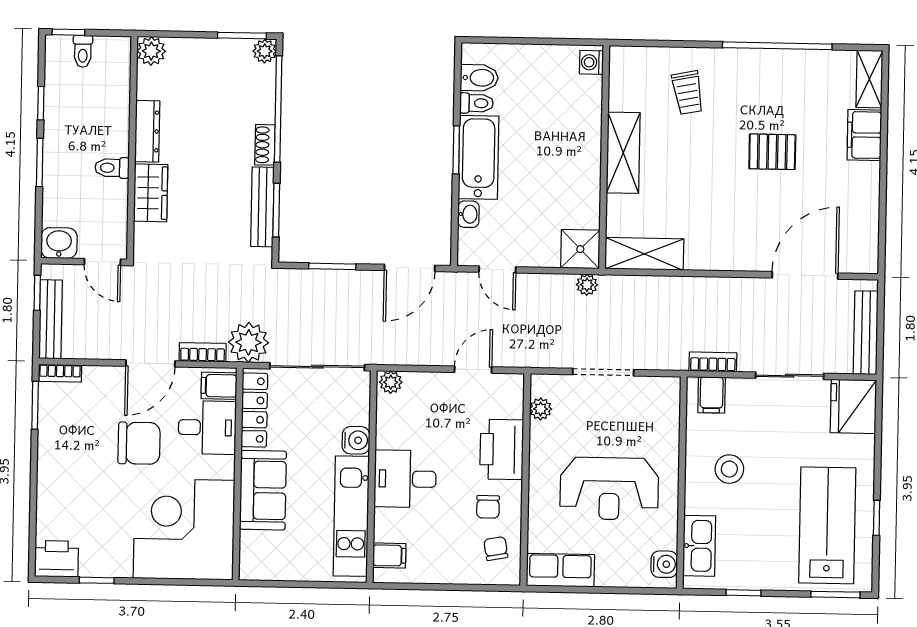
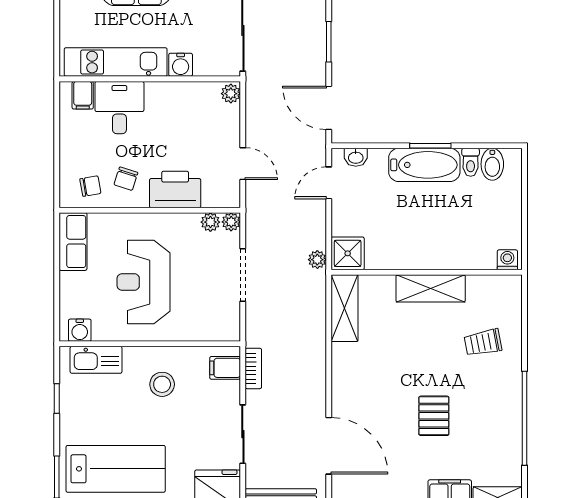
washbasin: (468, 214) -> (356, 157), moved
plant: (541, 385) -> (231, 222), added
desk: (405, 479) -> (119, 108), moved
chair: (488, 507) -> (126, 179), turned -72

